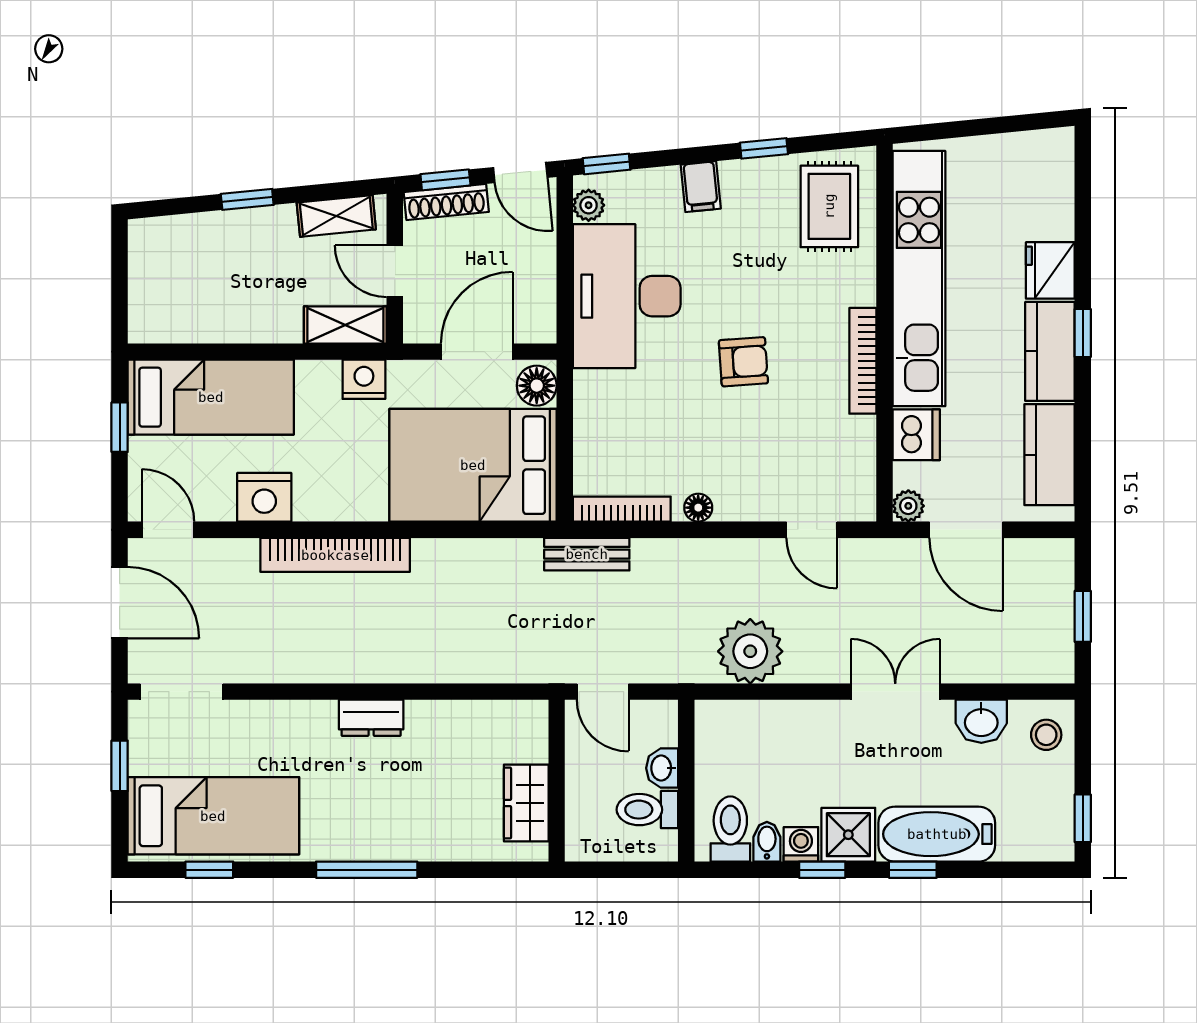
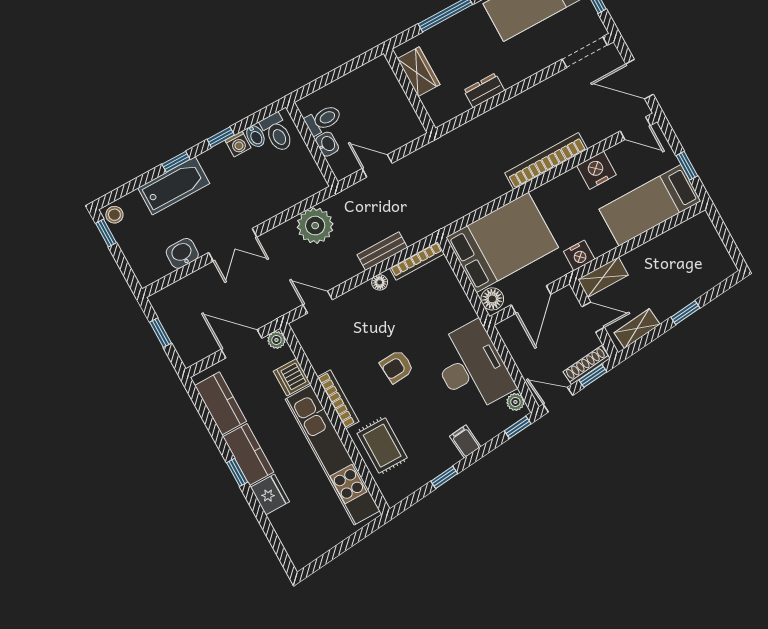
rug: (829, 206) -> (382, 446), moved
bench: (587, 554) -> (382, 251), moved
stool: (1046, 735) -> (114, 215), moved
wall: (557, 781) -> (410, 91), moved
wardrobe: (526, 803) -> (419, 72), moved
shower: (848, 835) -> (217, 162), removed

